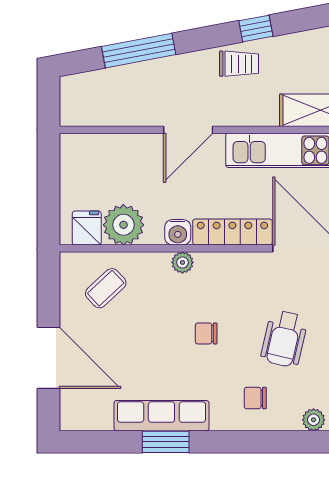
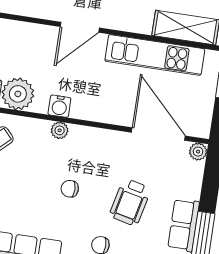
locker: (232, 232) -> (102, 112), removed

